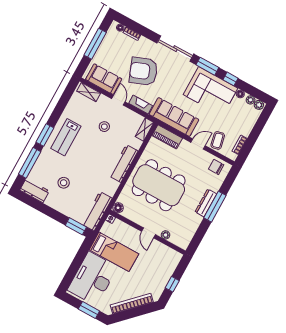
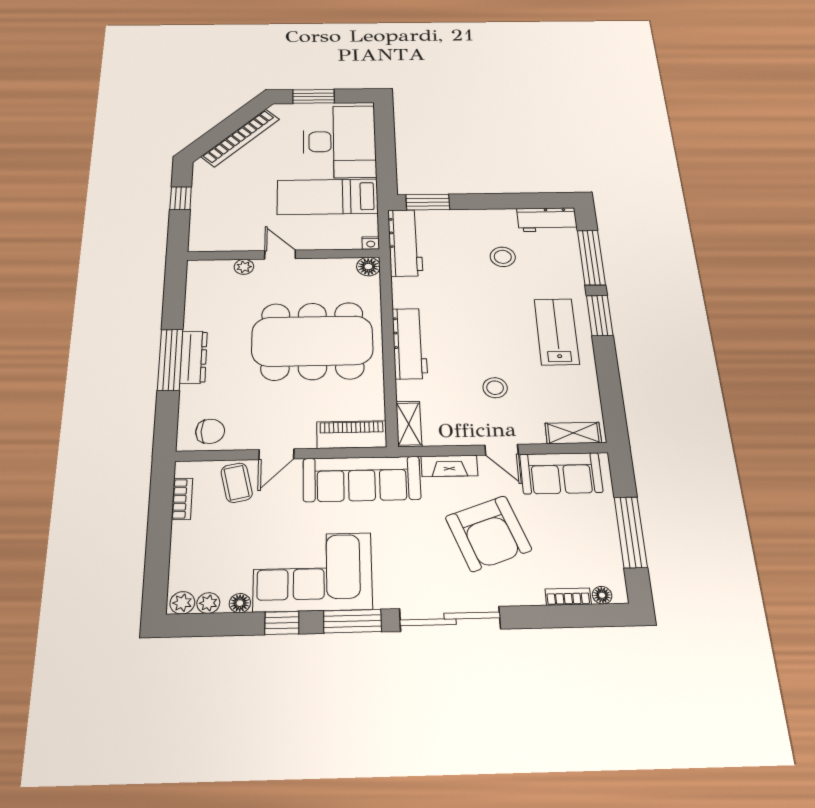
armchair: (143, 71) -> (488, 533), turned 91

